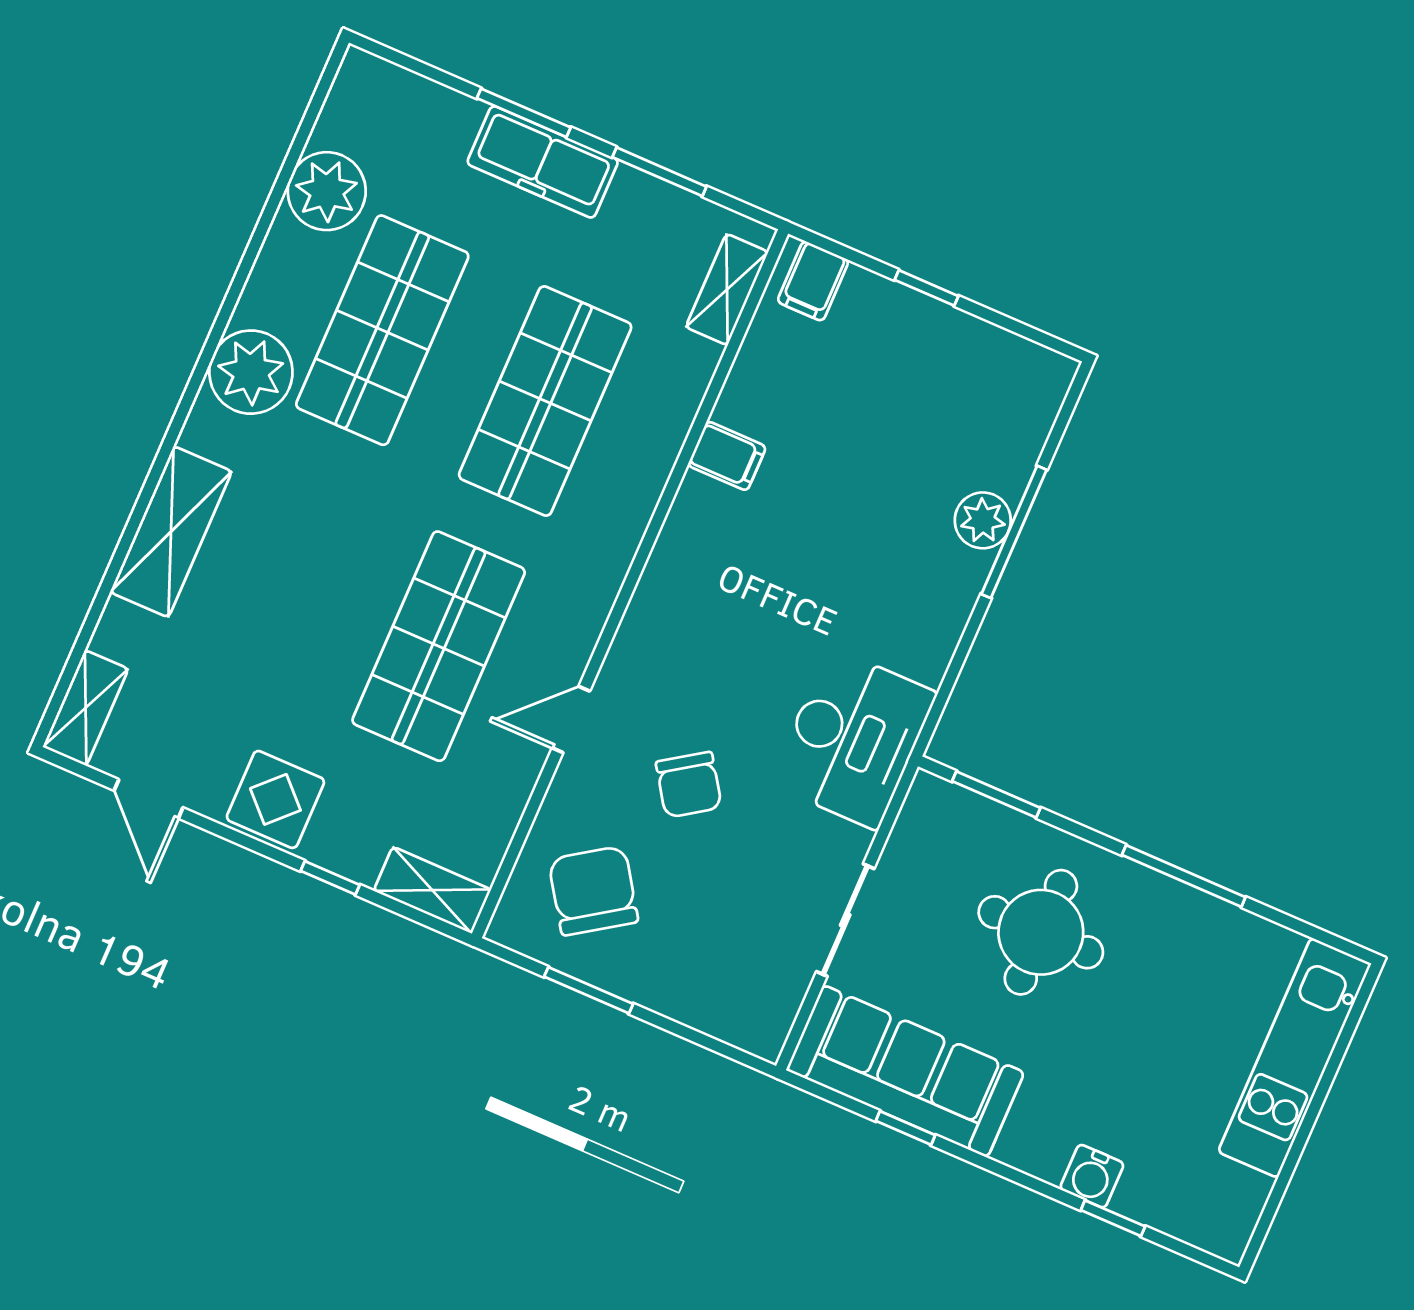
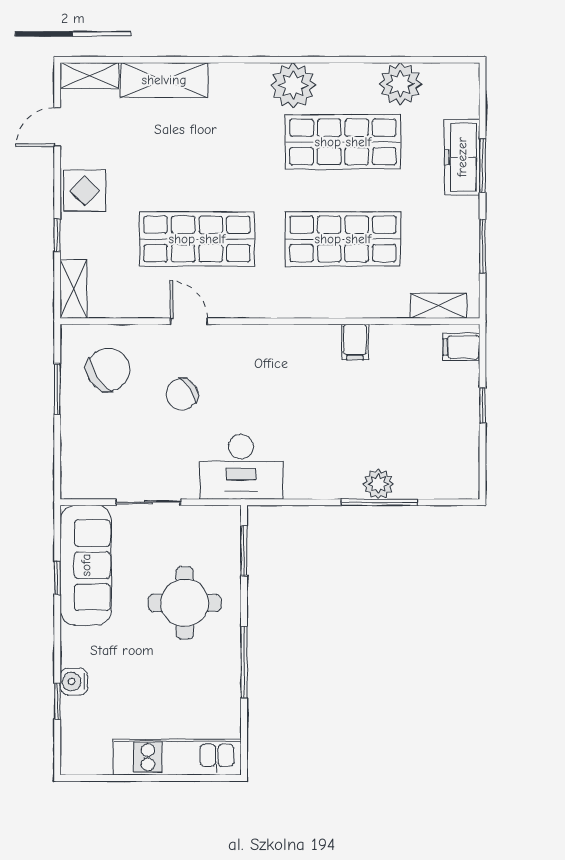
freezer: (543, 162) -> (462, 157), moved
shelving: (171, 532) -> (164, 80), moved

